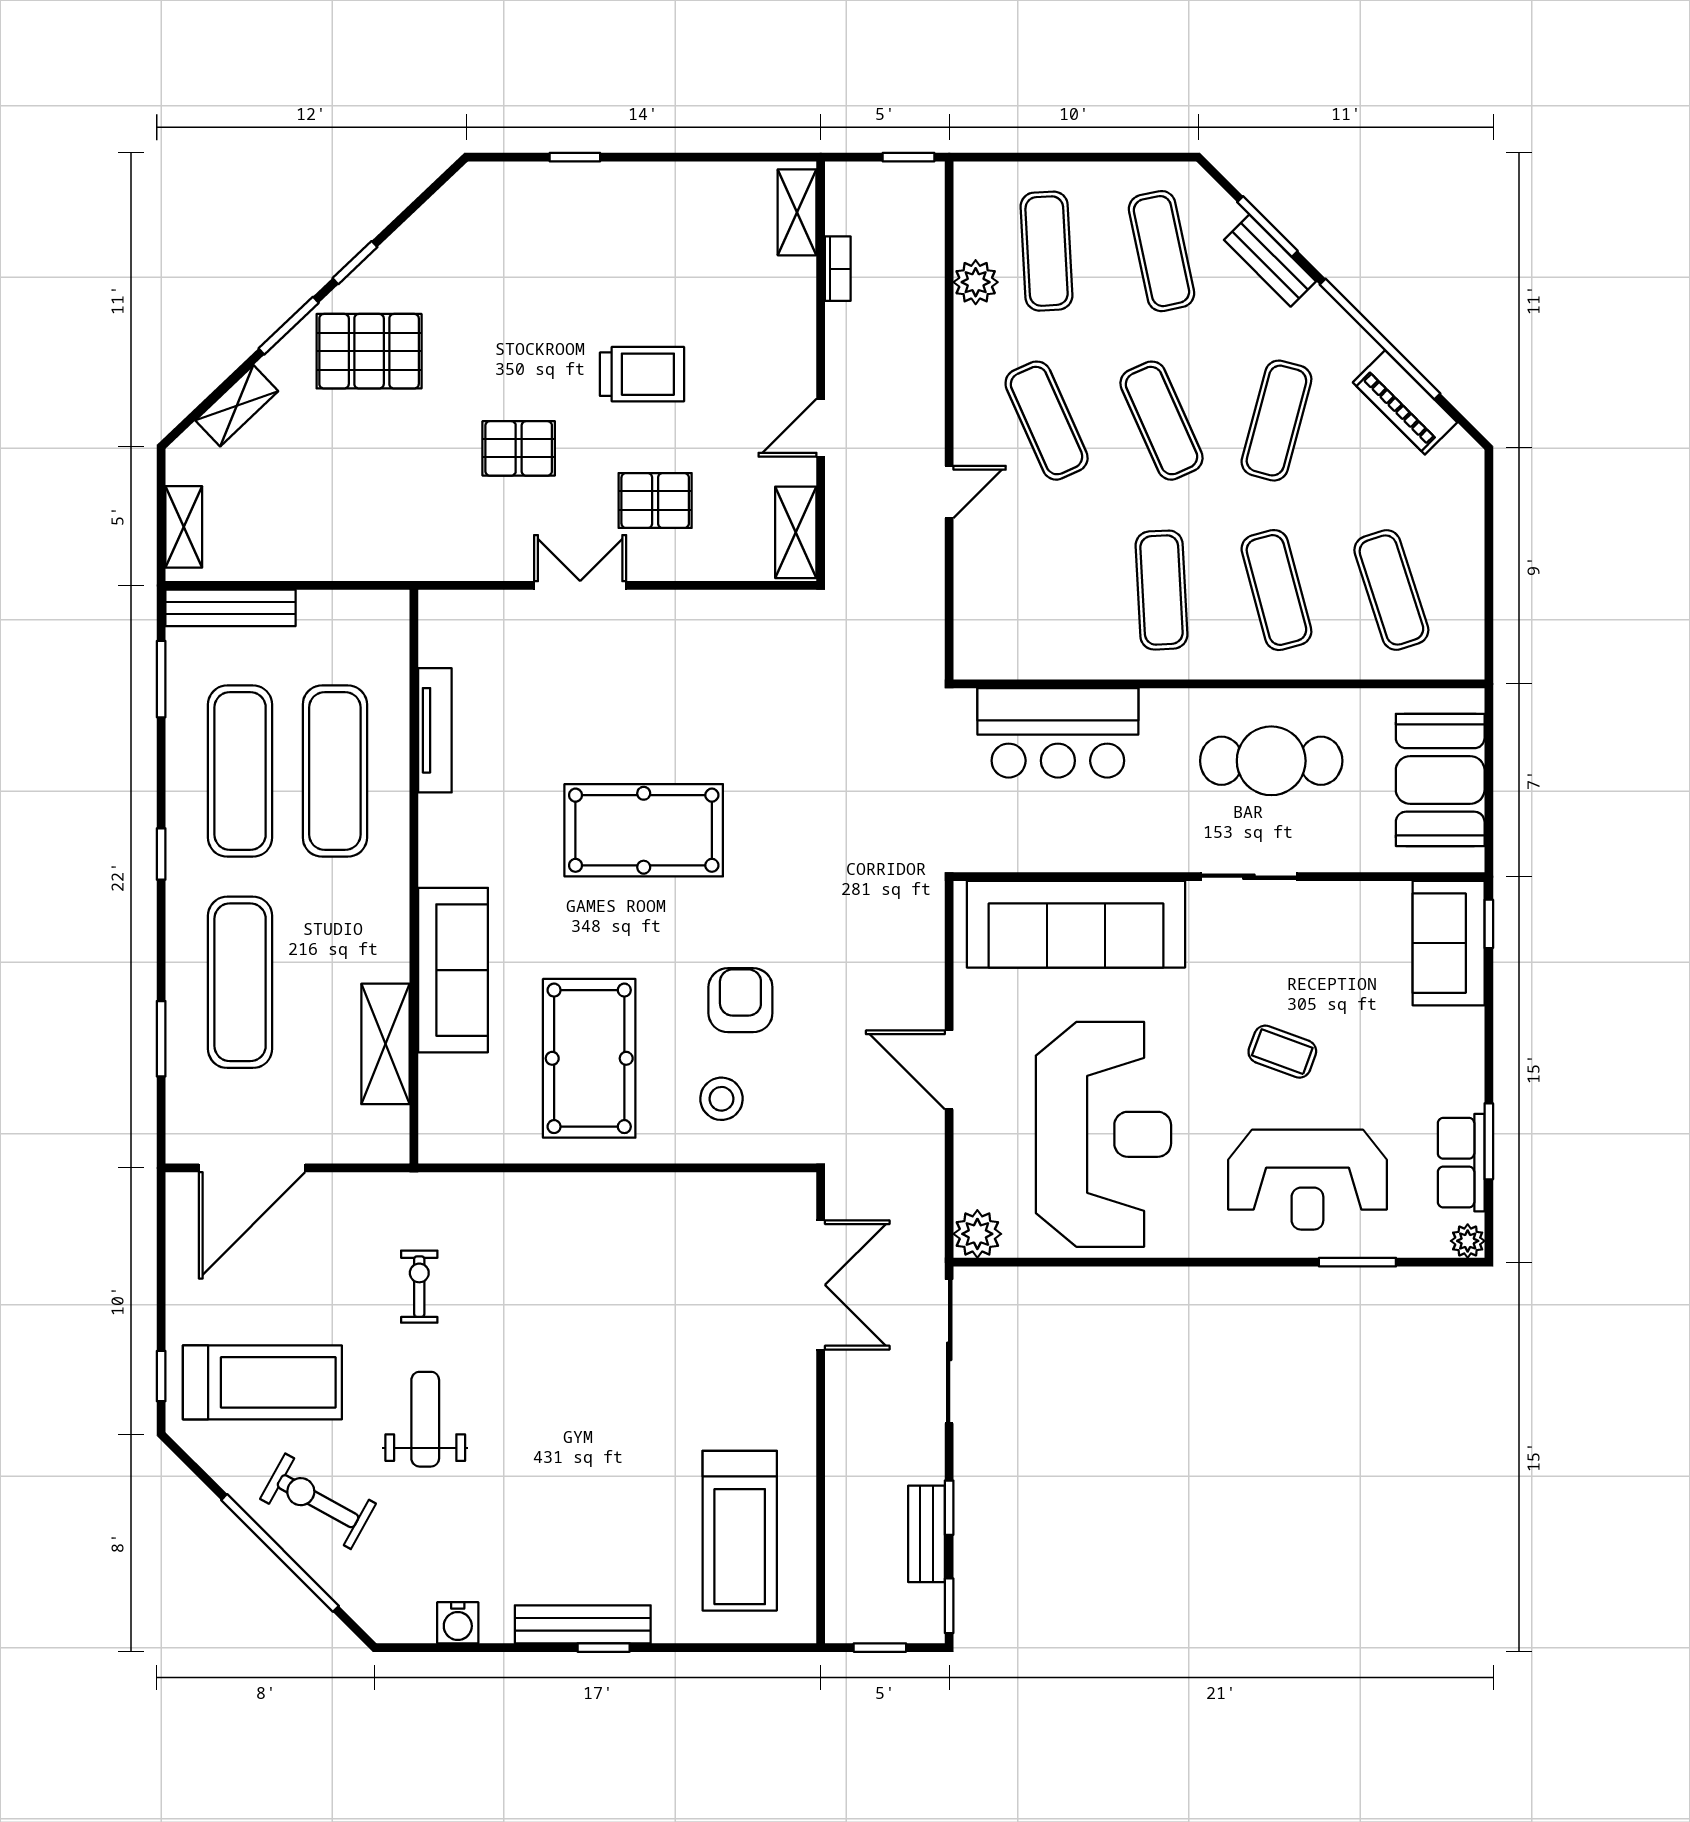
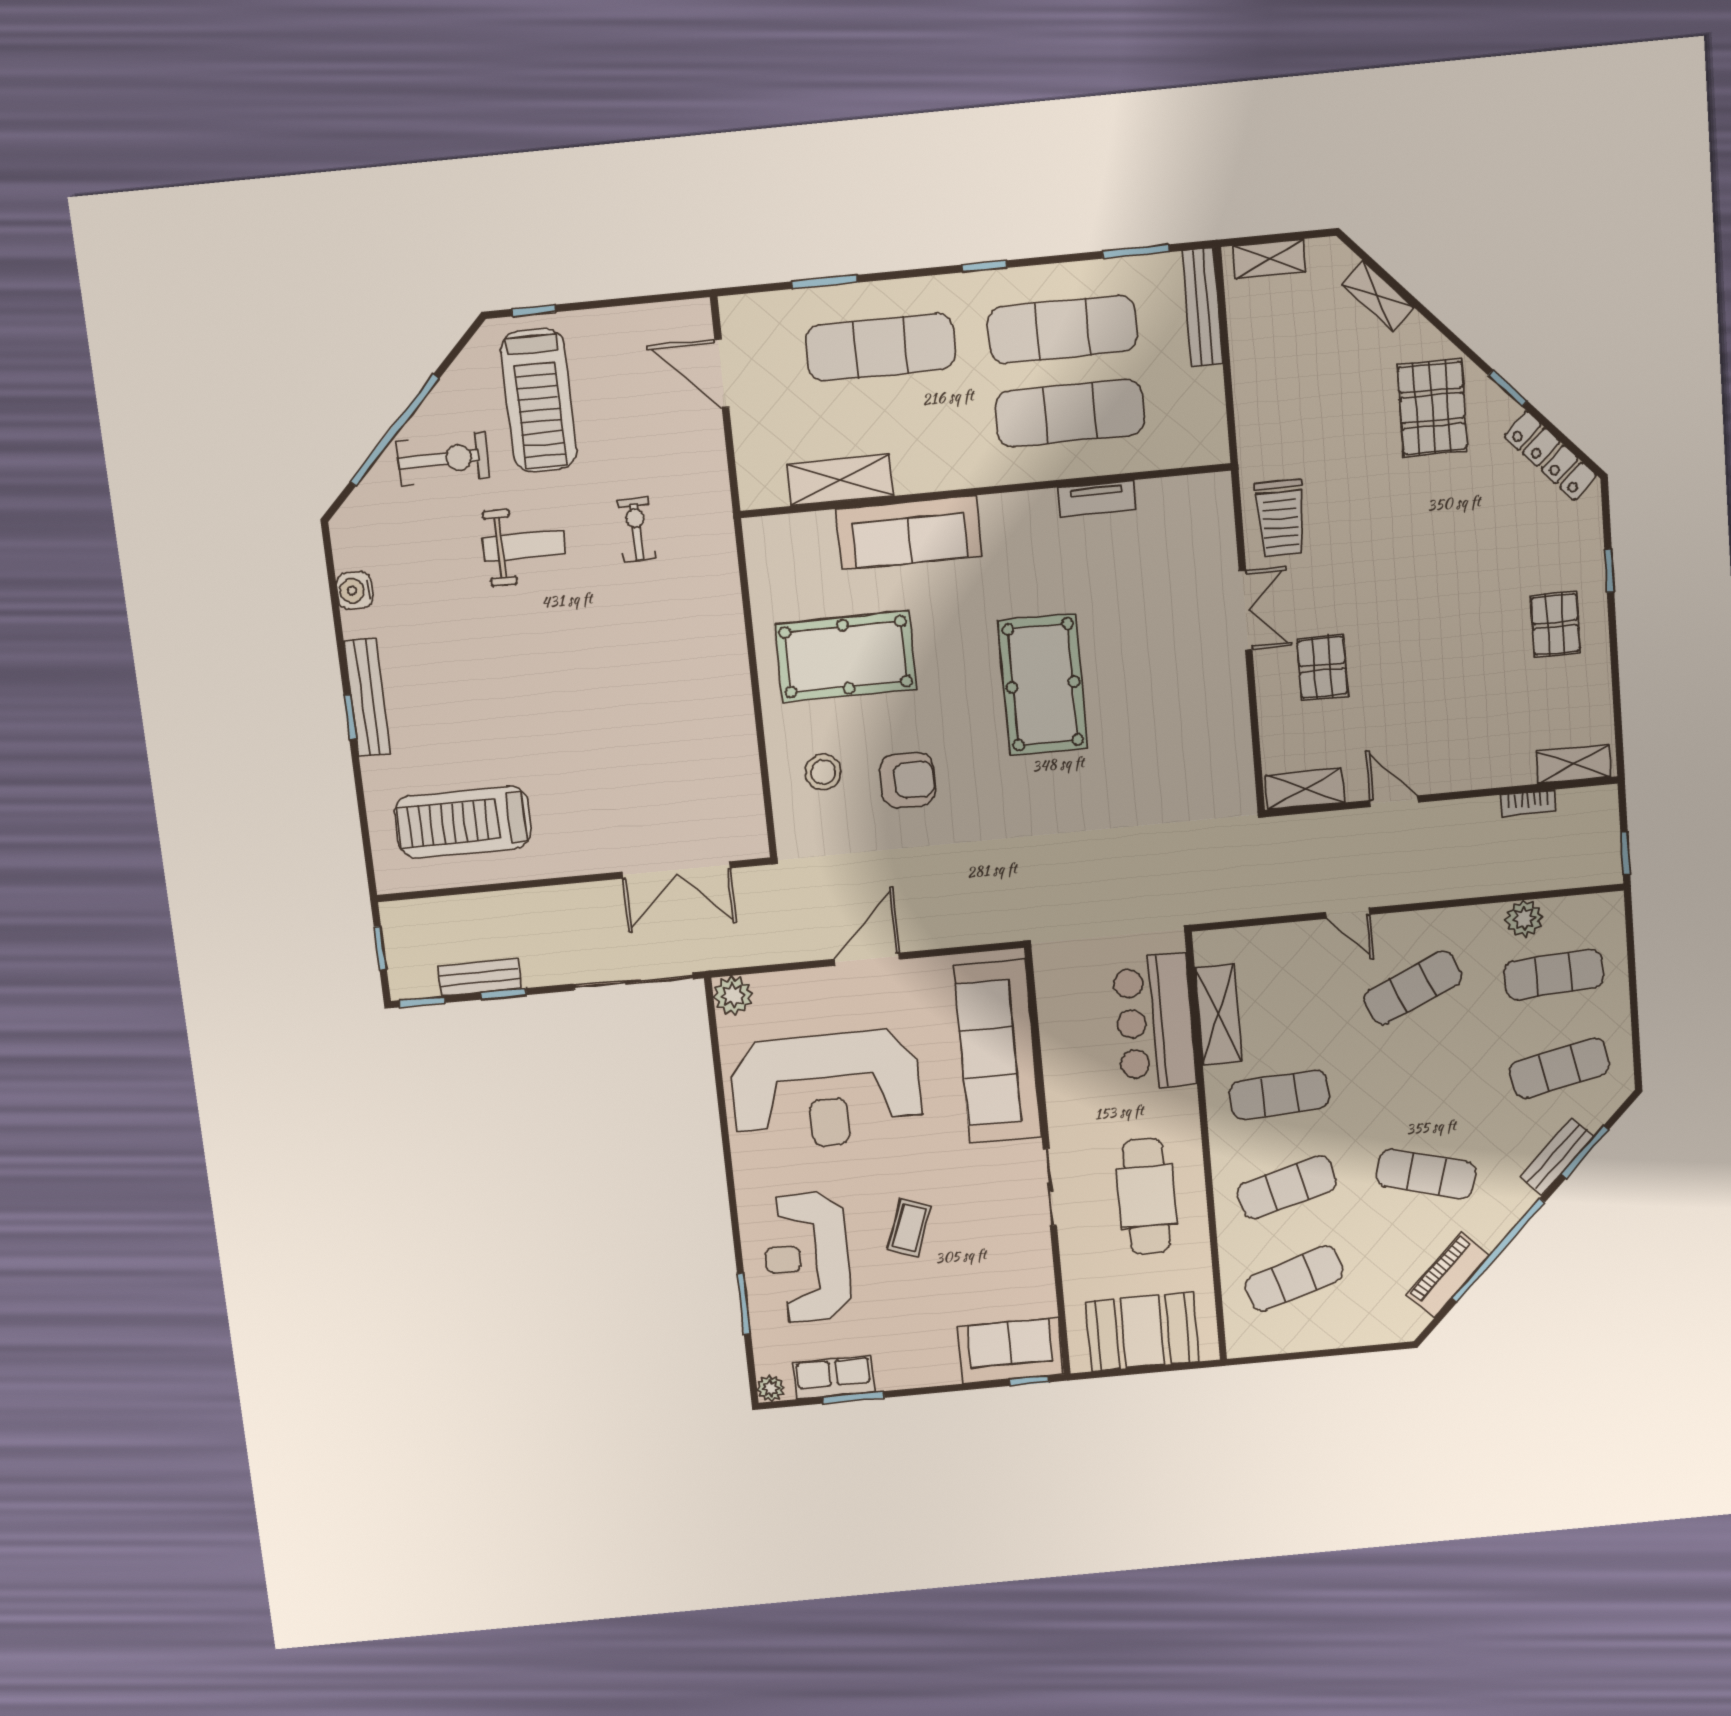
locker: (437, 218) -> (1550, 456), added
window: (289, 326) -> (1450, 335), removed
trolley: (642, 374) -> (1280, 518), moved
exercise mat: (1161, 421) -> (1419, 1082), removed
pallet: (519, 448) -> (1555, 624), moved
shelving: (1056, 656) -> (1218, 1014), added
tv unit: (435, 730) -> (1097, 498), width x0.71
door: (252, 1168) -> (722, 373), width x0.73
exercise bike: (419, 1287) -> (636, 529), turned -90
exercise bike: (318, 1501) -> (443, 459), turned 61

